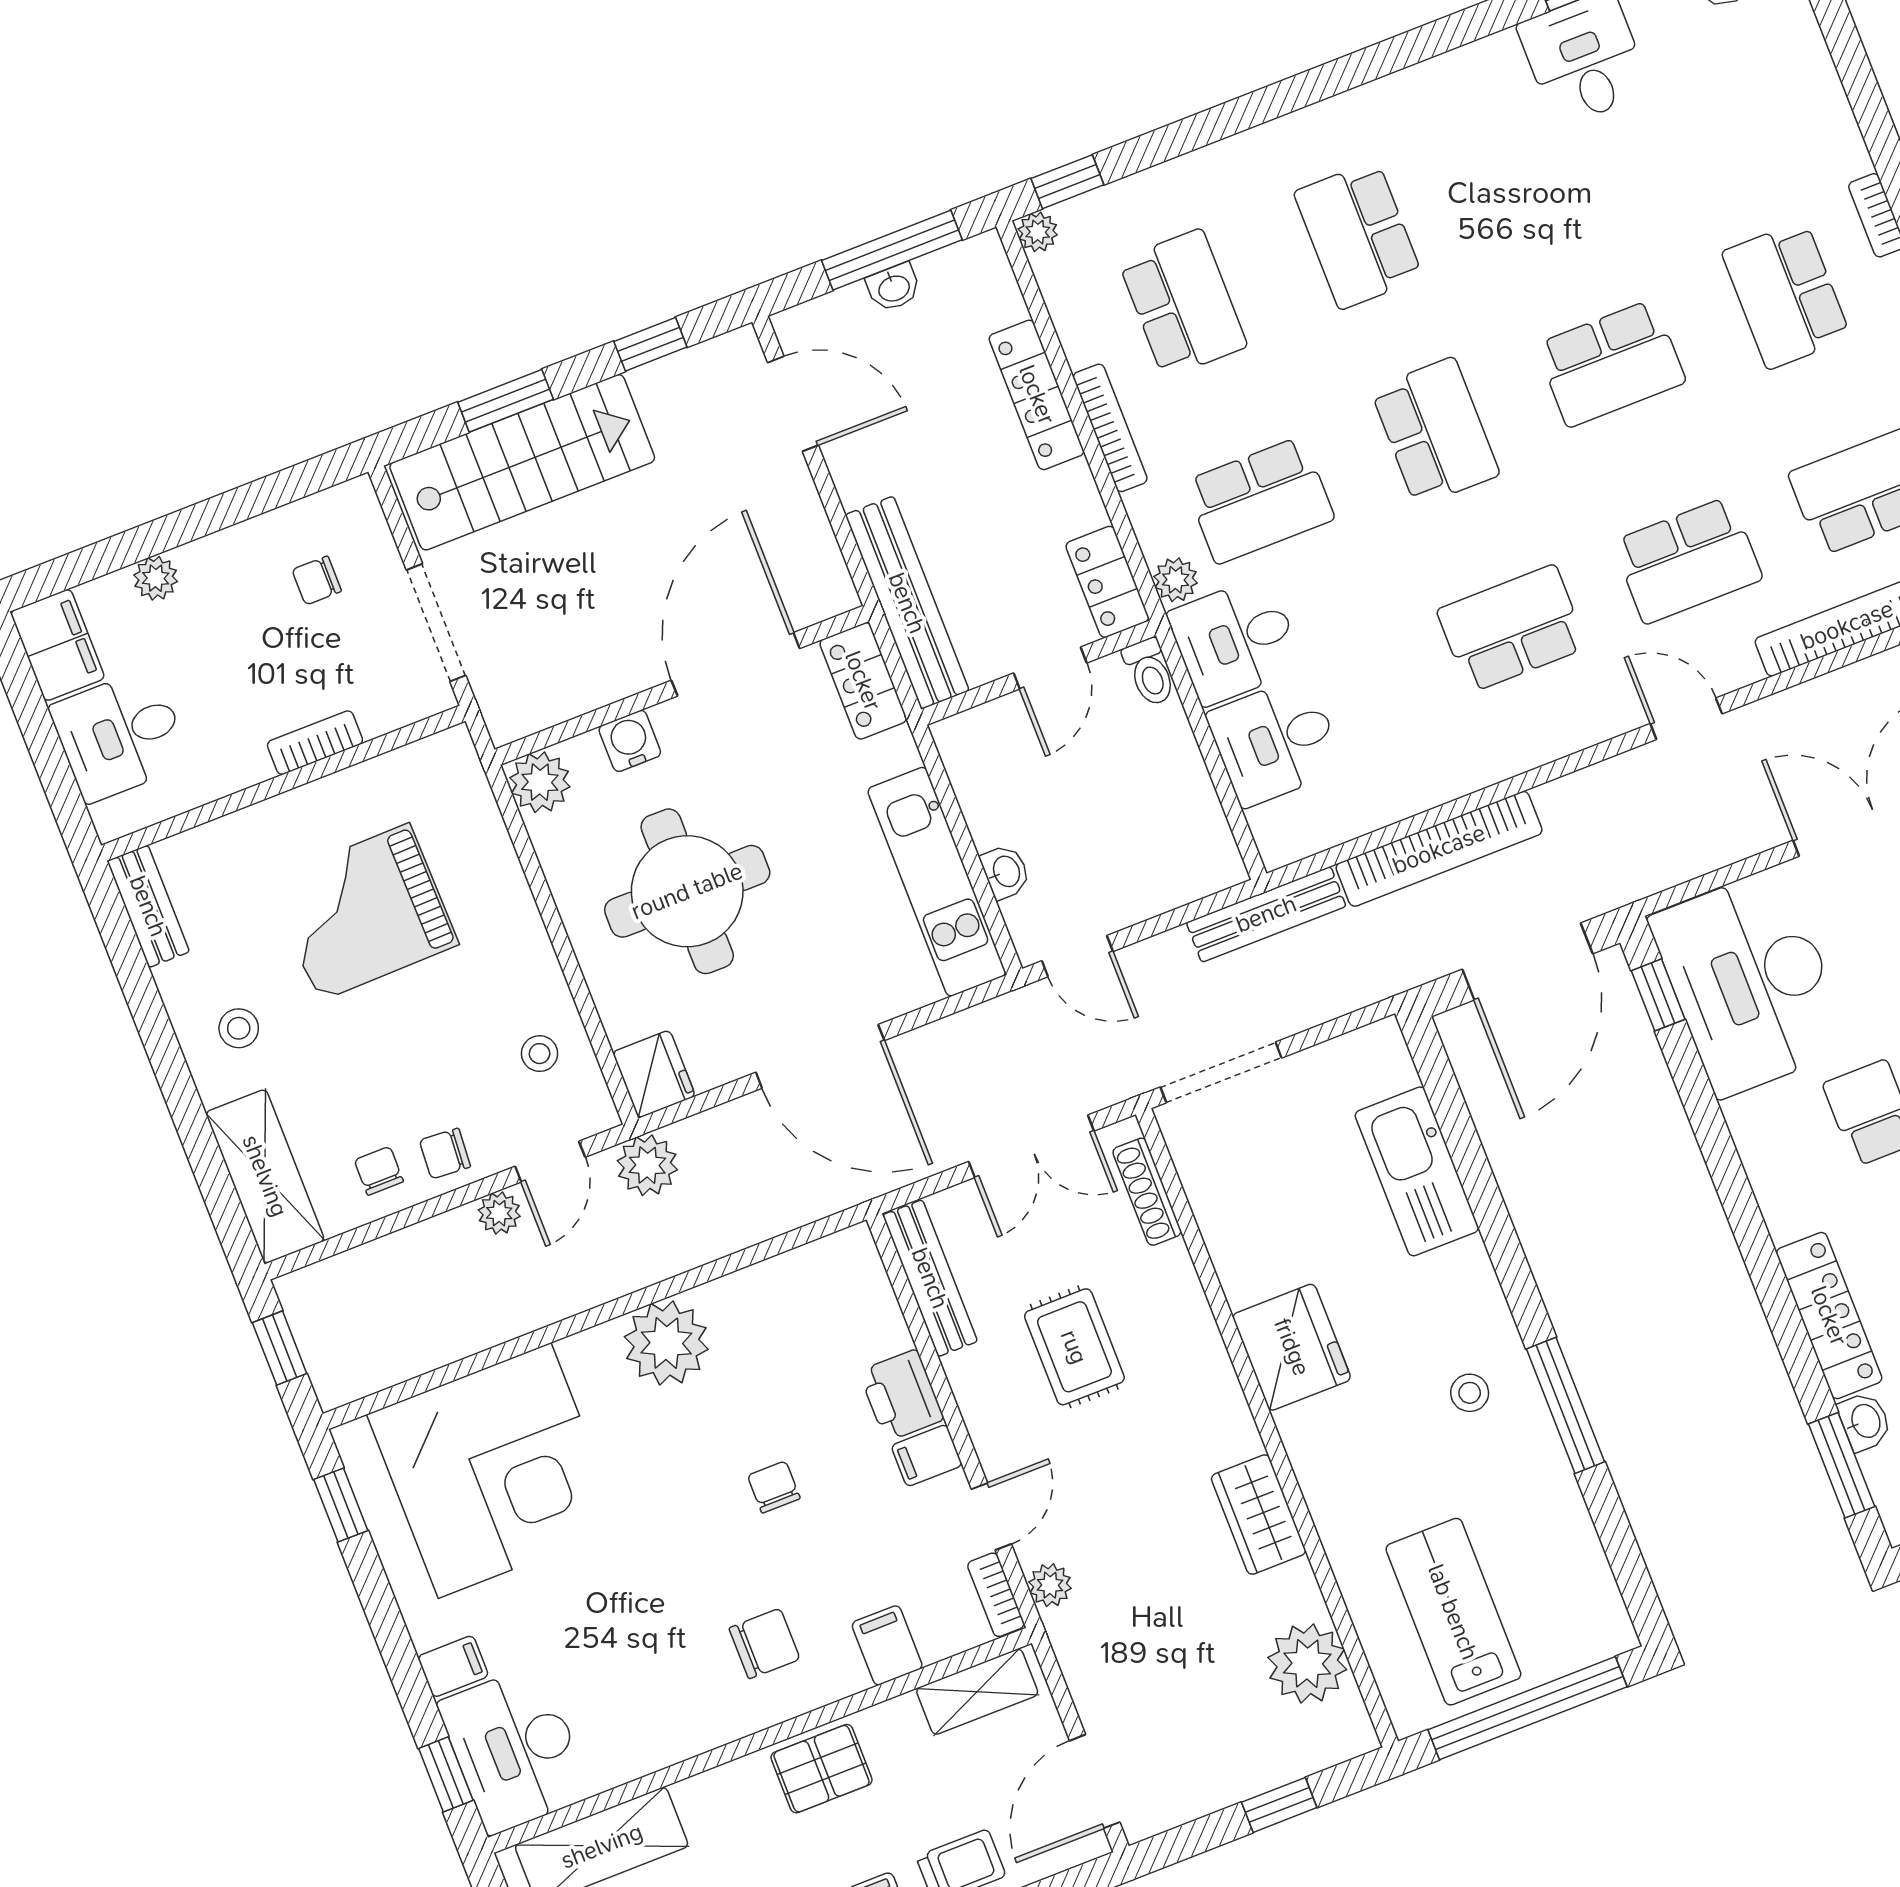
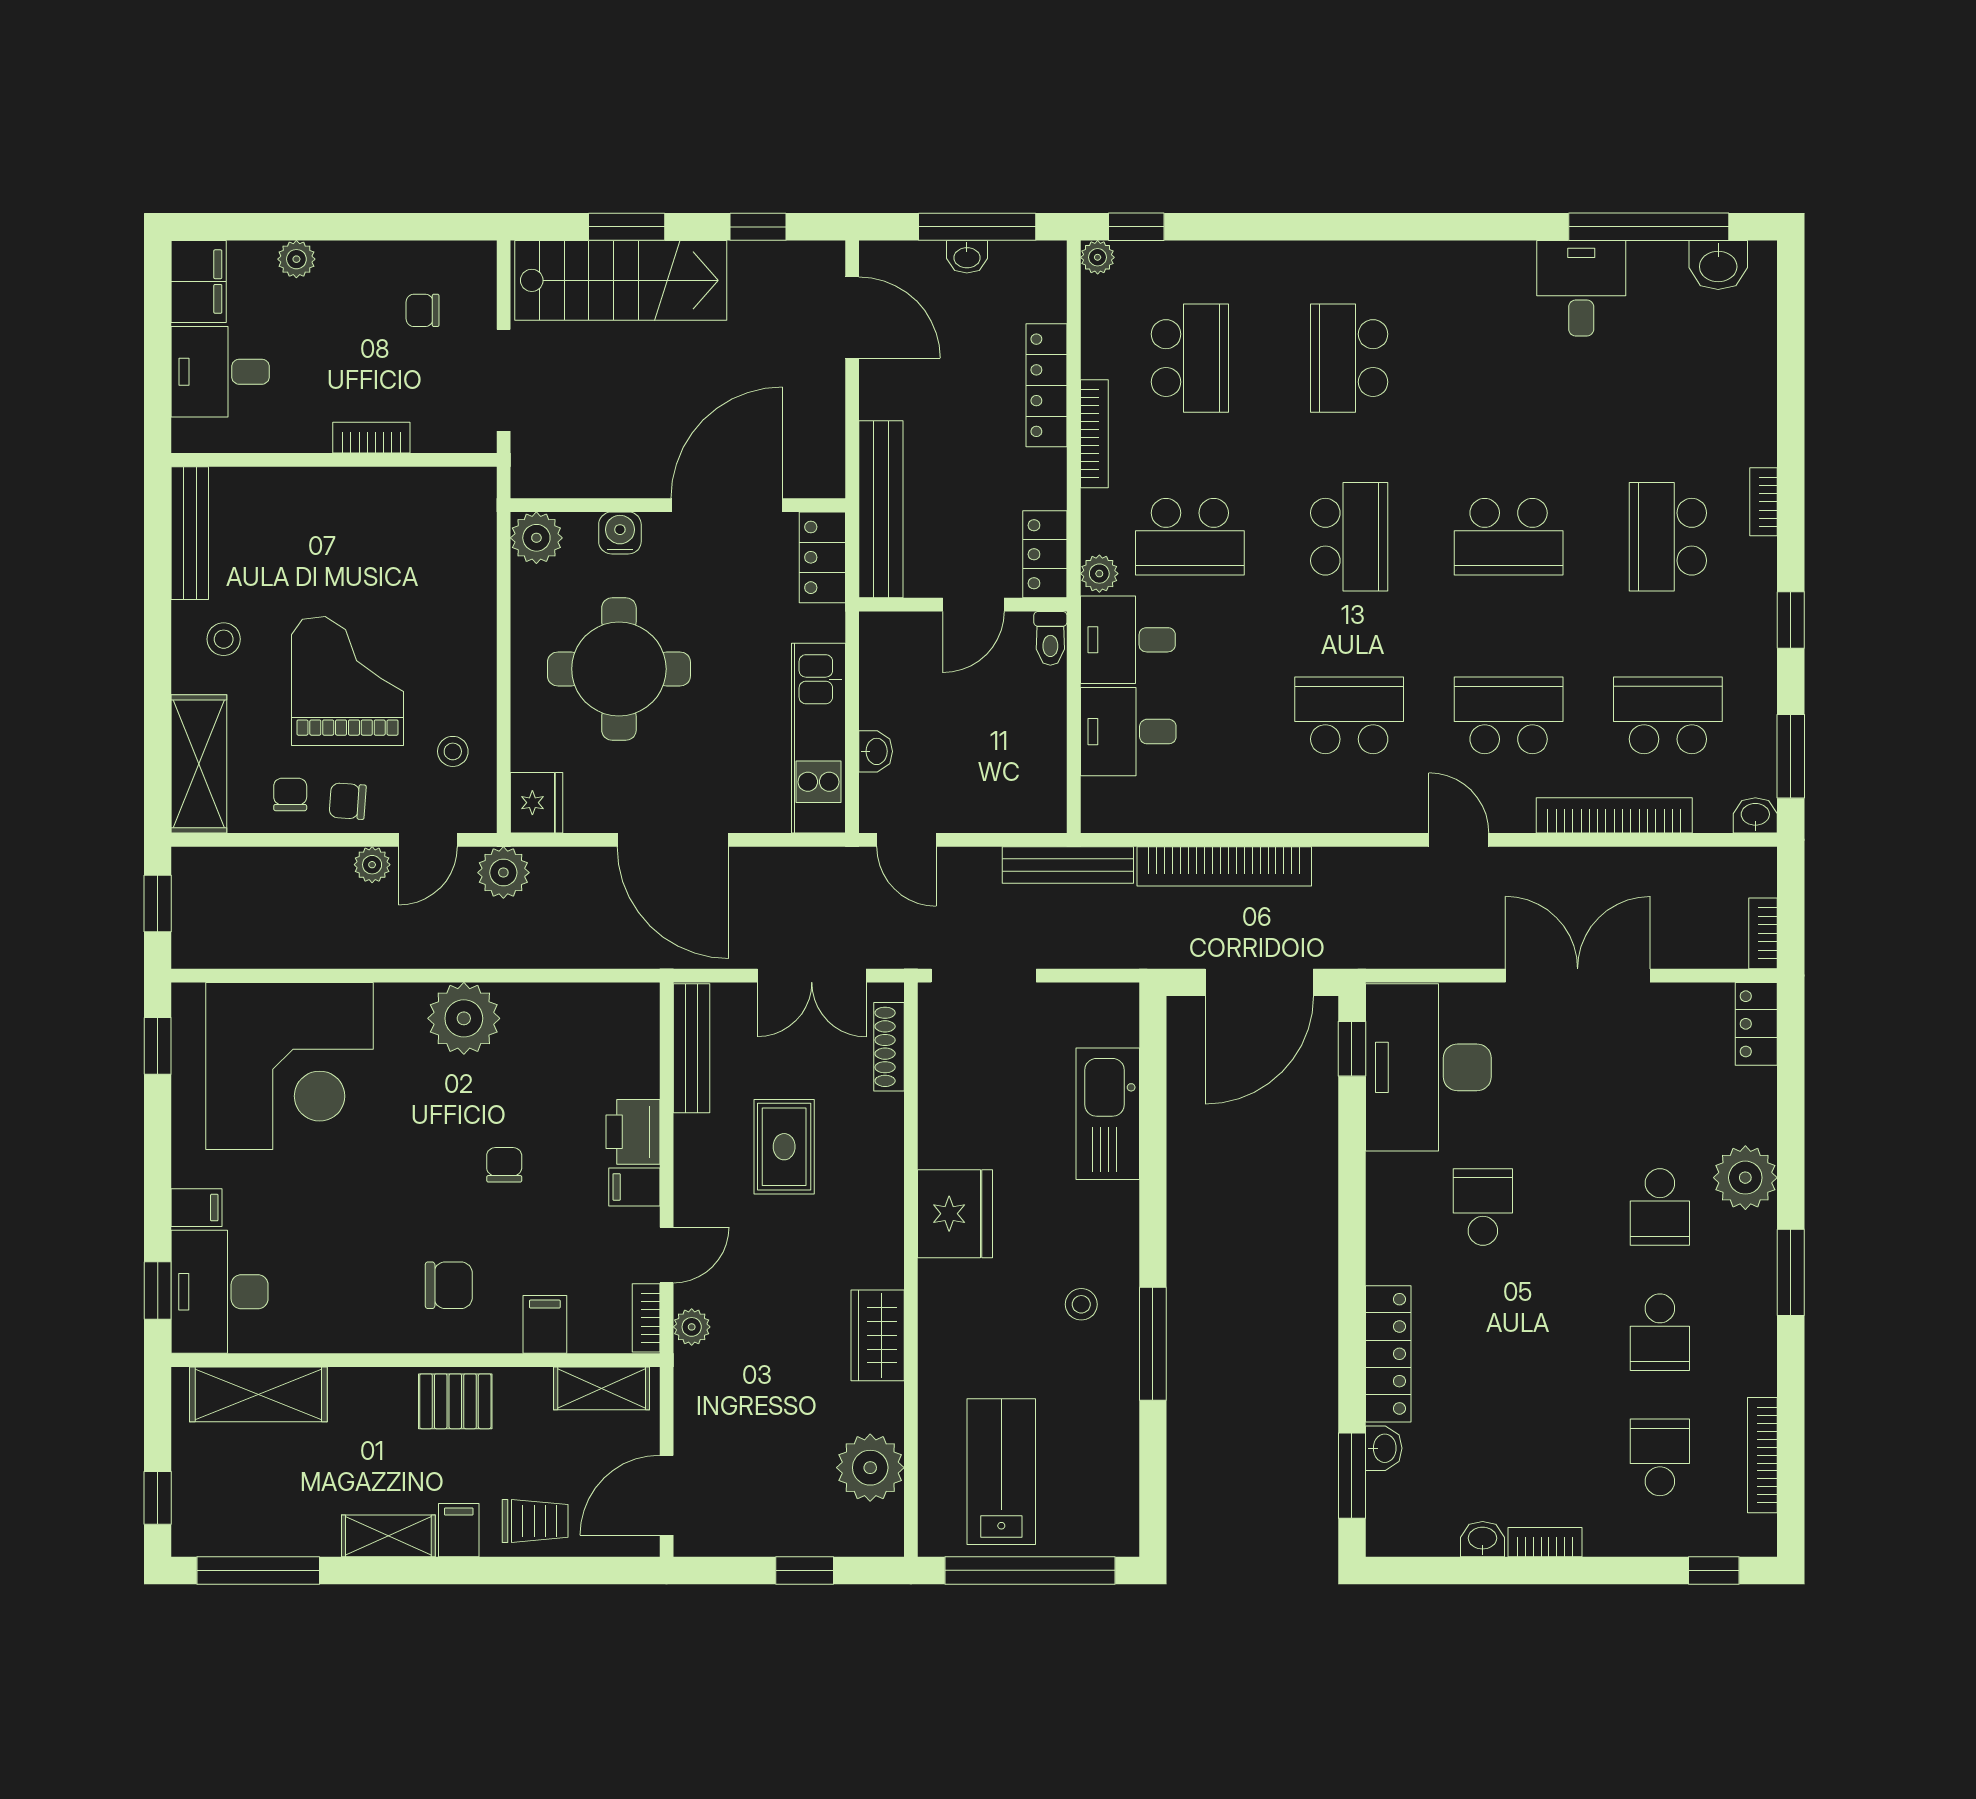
school desk: (1687, 560) -> (1509, 715), turned 180
bench: (148, 906) -> (190, 533), width x1.36
grand piano: (364, 912) -> (348, 681), moved, turned 91

